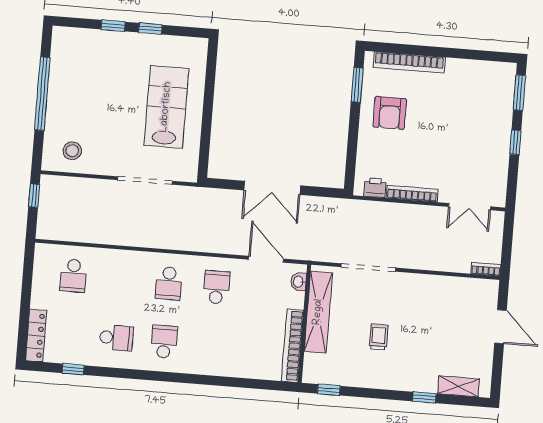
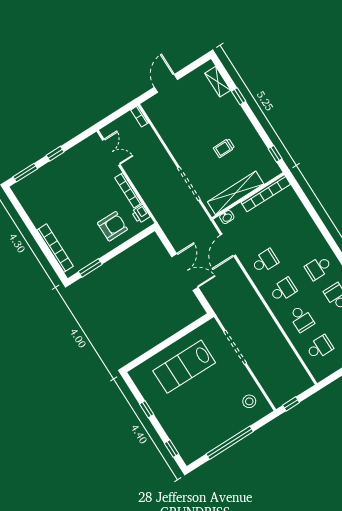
window: (113, 26) -> (172, 449), moved
armchair: (390, 113) -> (112, 226), moved
school desk: (121, 280) -> (301, 319), added
school desk: (216, 287) -> (265, 261), turned 180

